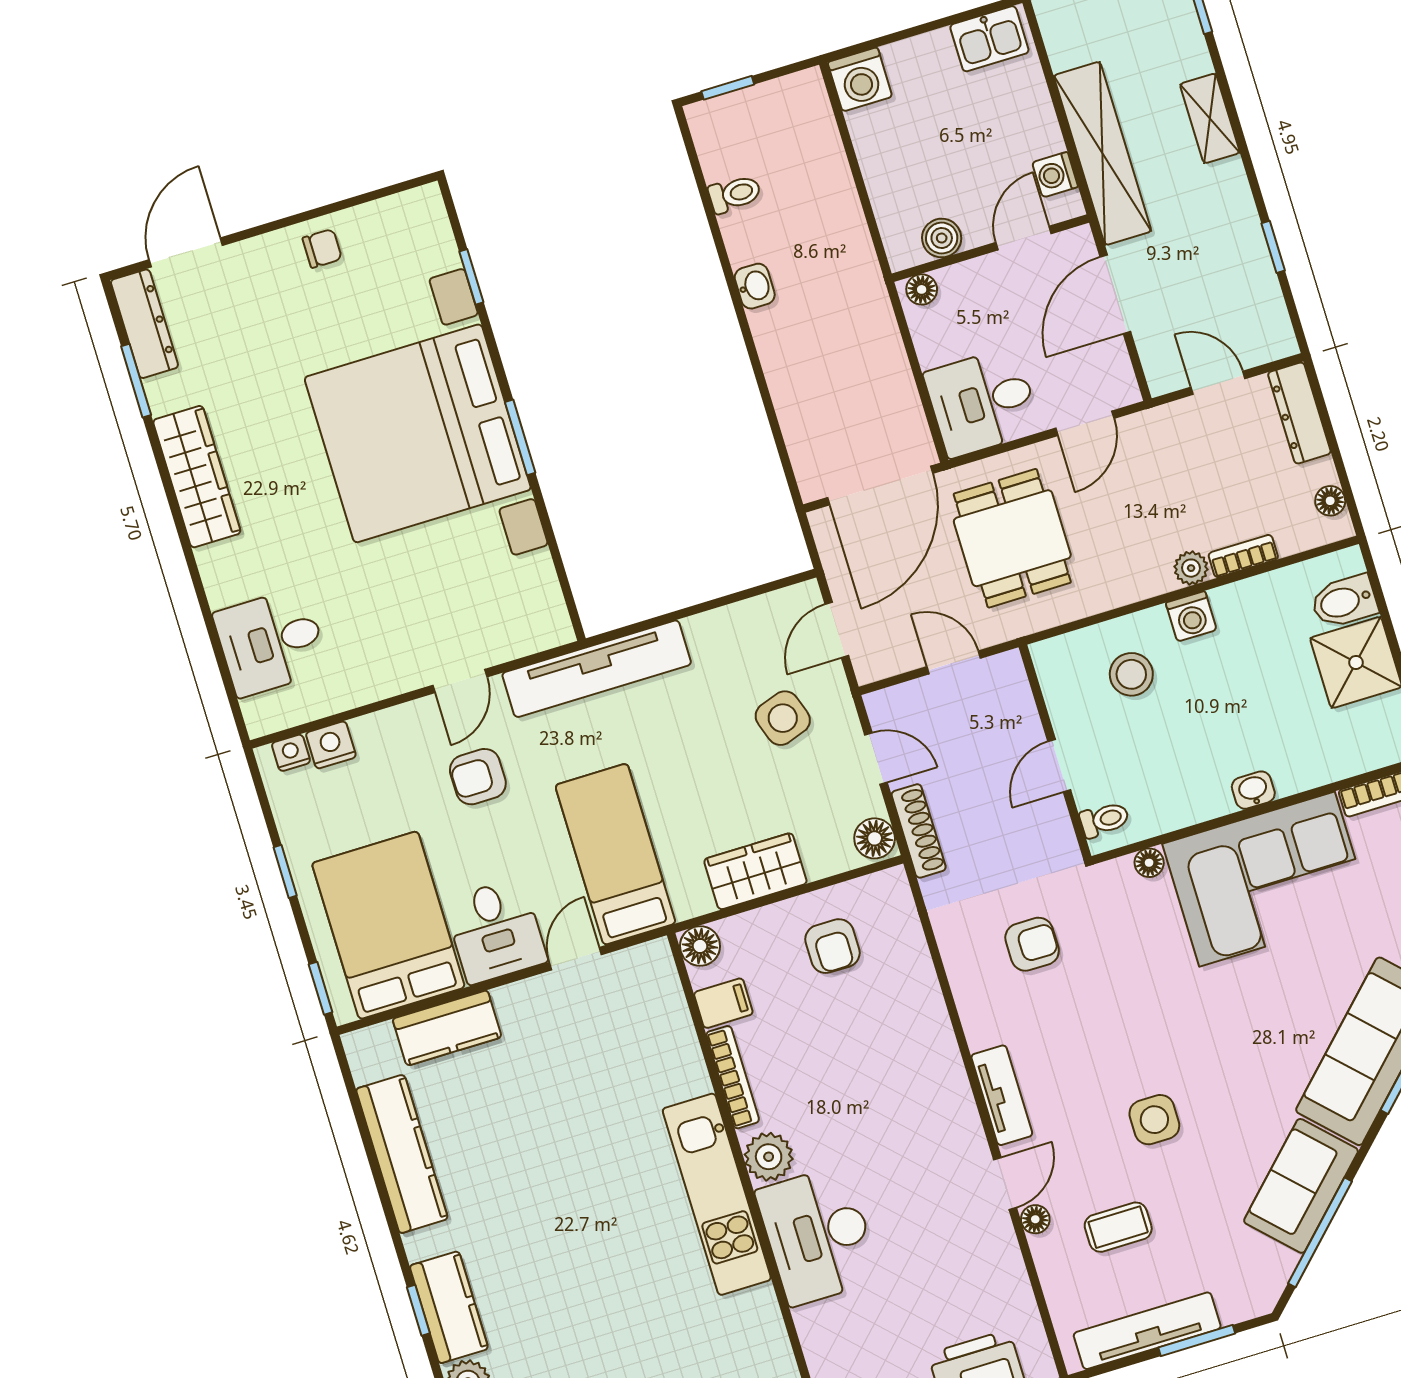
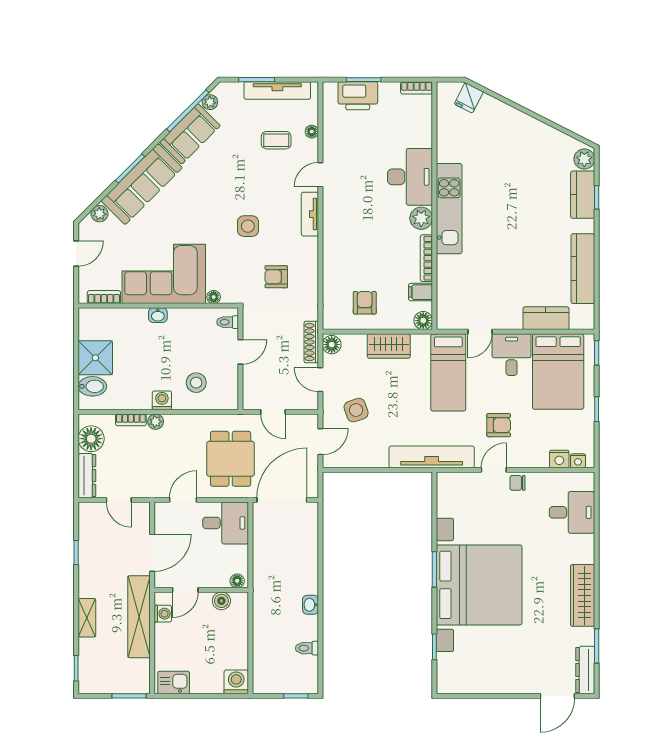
chair: (322, 248) -> (517, 483), moved
floor lamp: (1330, 501) -> (91, 439), width x1.89, depth x1.89
side table: (1154, 1120) -> (248, 226), moved
floor lamp: (1035, 1219) -> (312, 132), moved
plant: (1279, 1264) -> (210, 102), added

